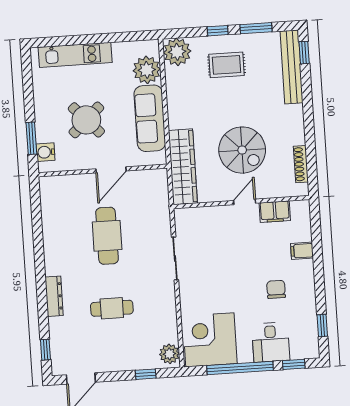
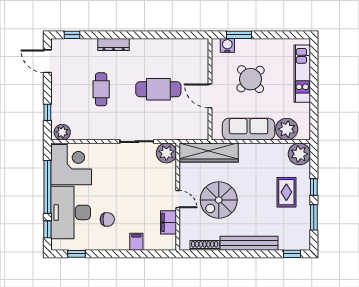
bench: (292, 67) -> (249, 243), moved
plant: (187, 220) -> (166, 153), added
desk: (271, 342) -> (71, 212), width x1.87, depth x1.30

